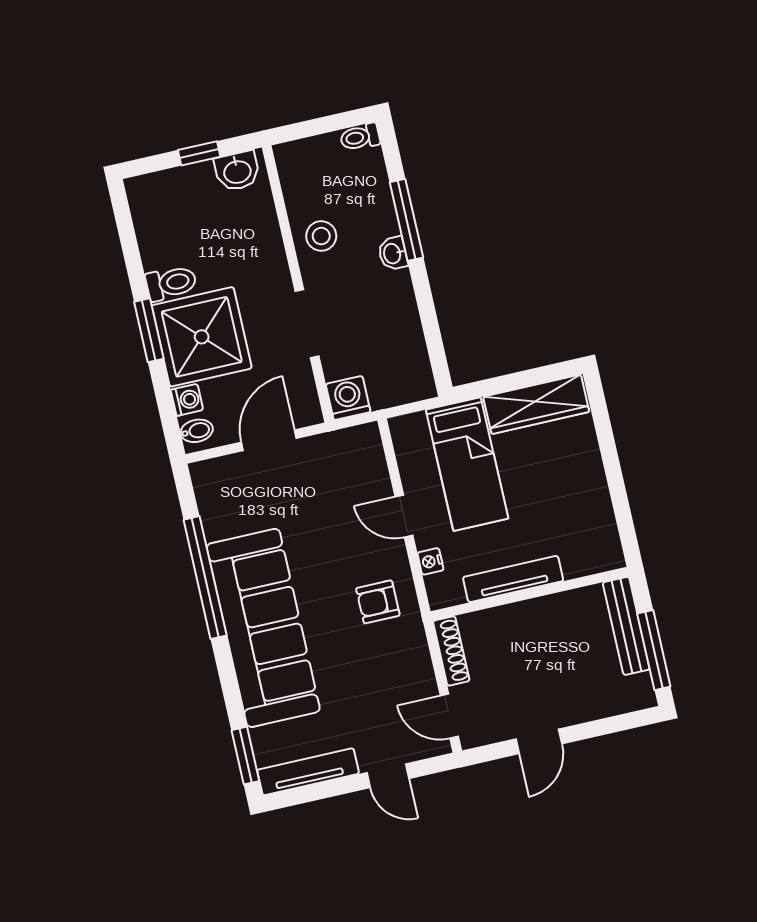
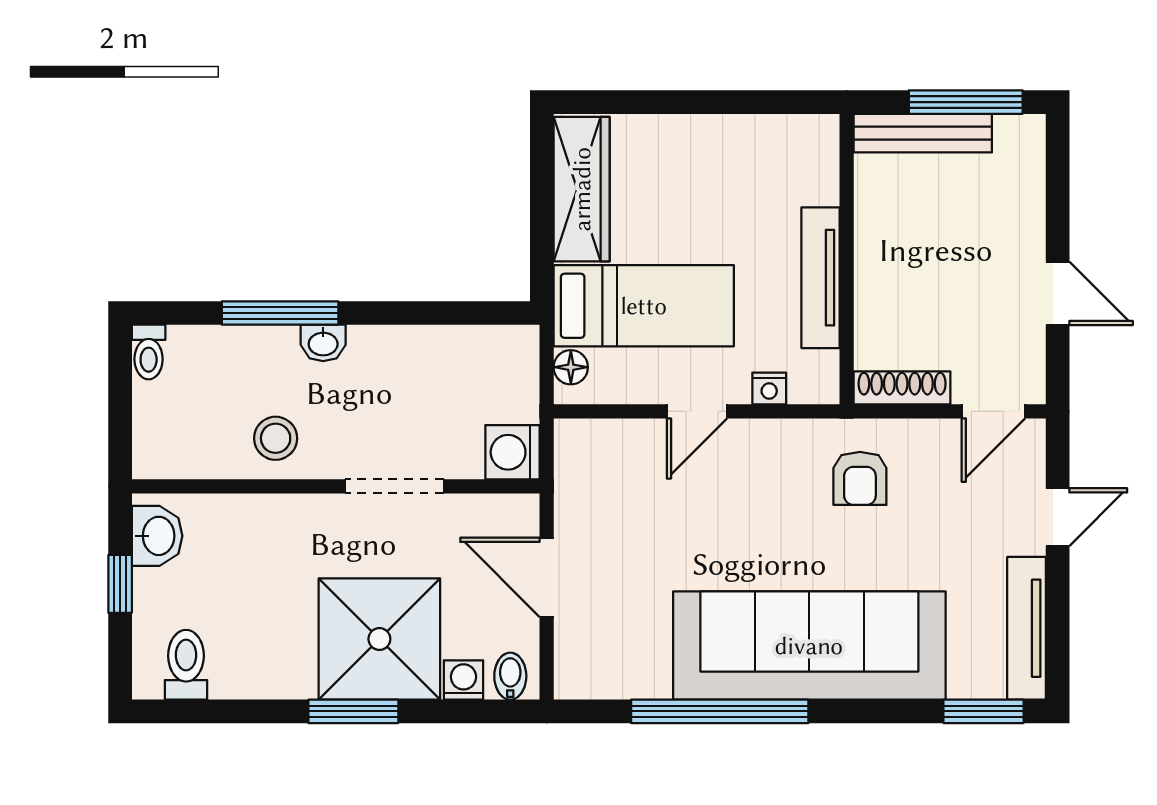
toilet: (171, 283) -> (186, 665), moved
floor lamp: (414, 424) -> (571, 367), added
armchair: (378, 602) -> (860, 478), moved

